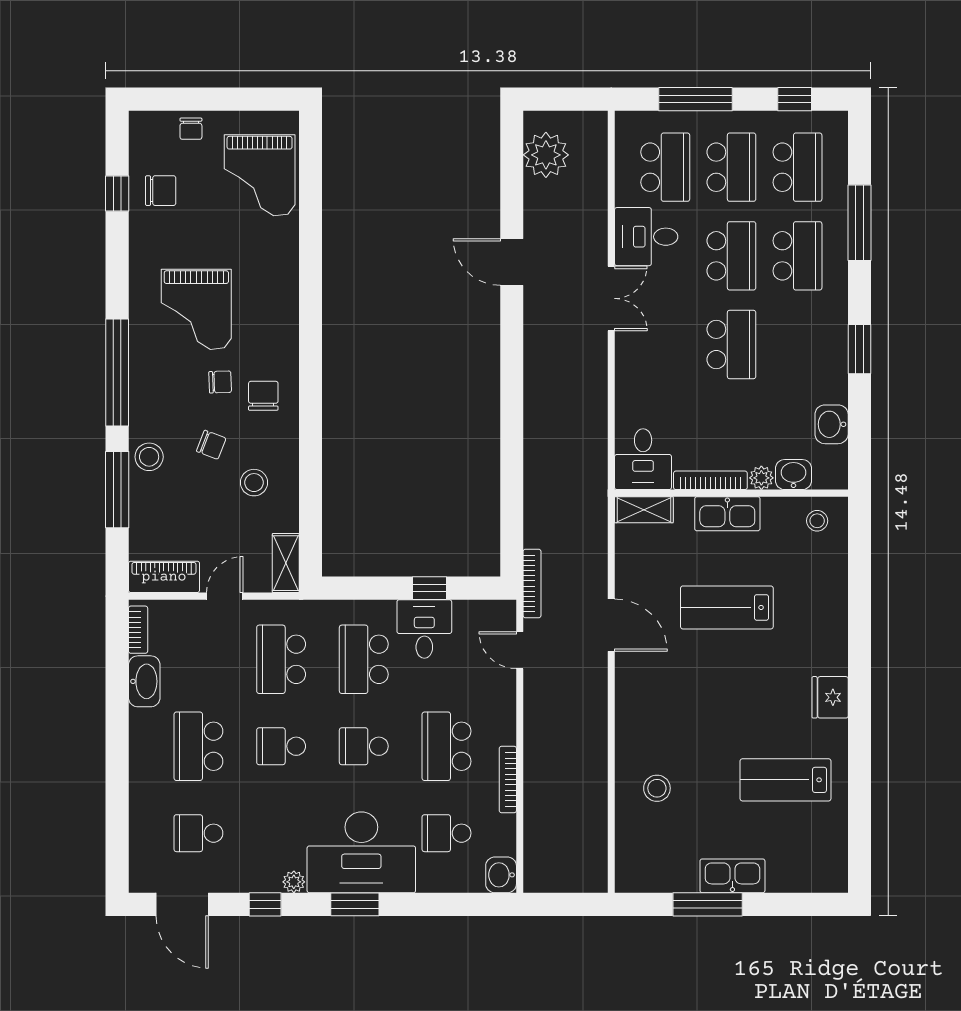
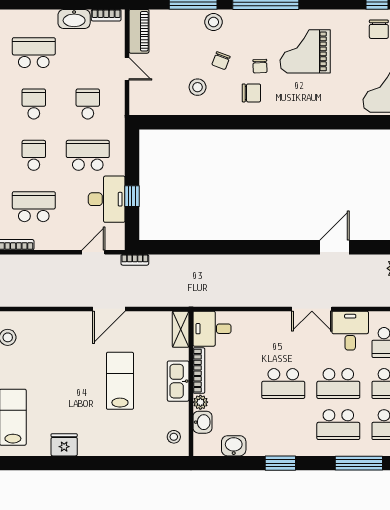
shelving: (286, 563) -> (148, 107), removed
bookcase: (532, 583) -> (135, 260), width x0.64
desk: (424, 629) -> (107, 199), width x1.37
school desk: (281, 659) -> (88, 104), width x0.54

